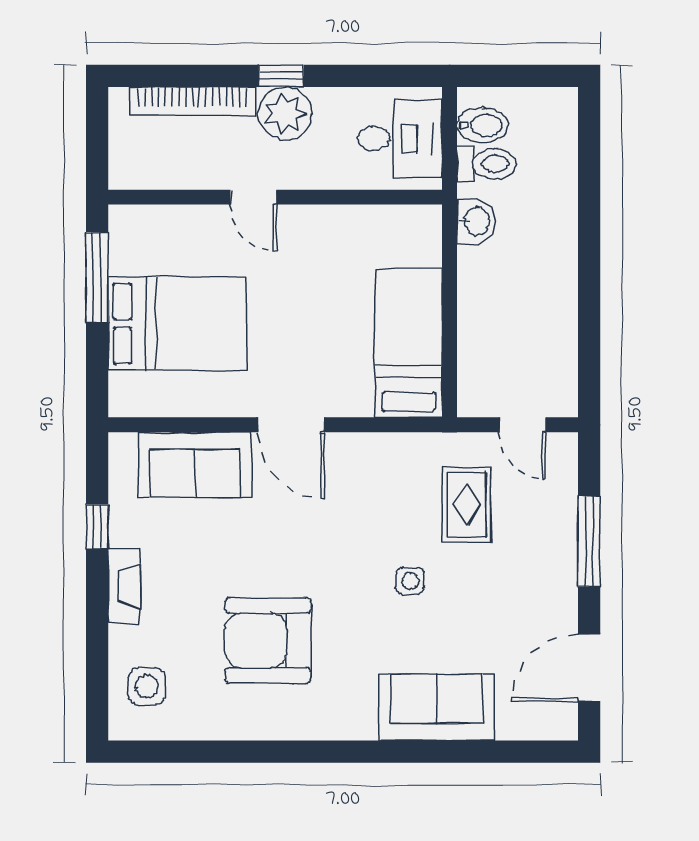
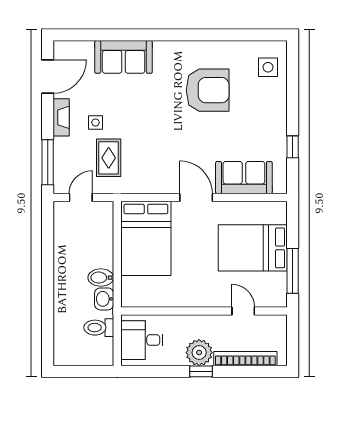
bidet: (482, 125) -> (101, 278), moved
door: (253, 197) -> (243, 311), moved
bed: (409, 343) -> (146, 238), width x1.50
door: (523, 425) -> (81, 198), hinge flipped
window: (589, 541) -> (48, 162), moved
side table: (410, 581) -> (95, 123), moved
fireplace: (124, 586) -> (61, 117), moved, turned 180

